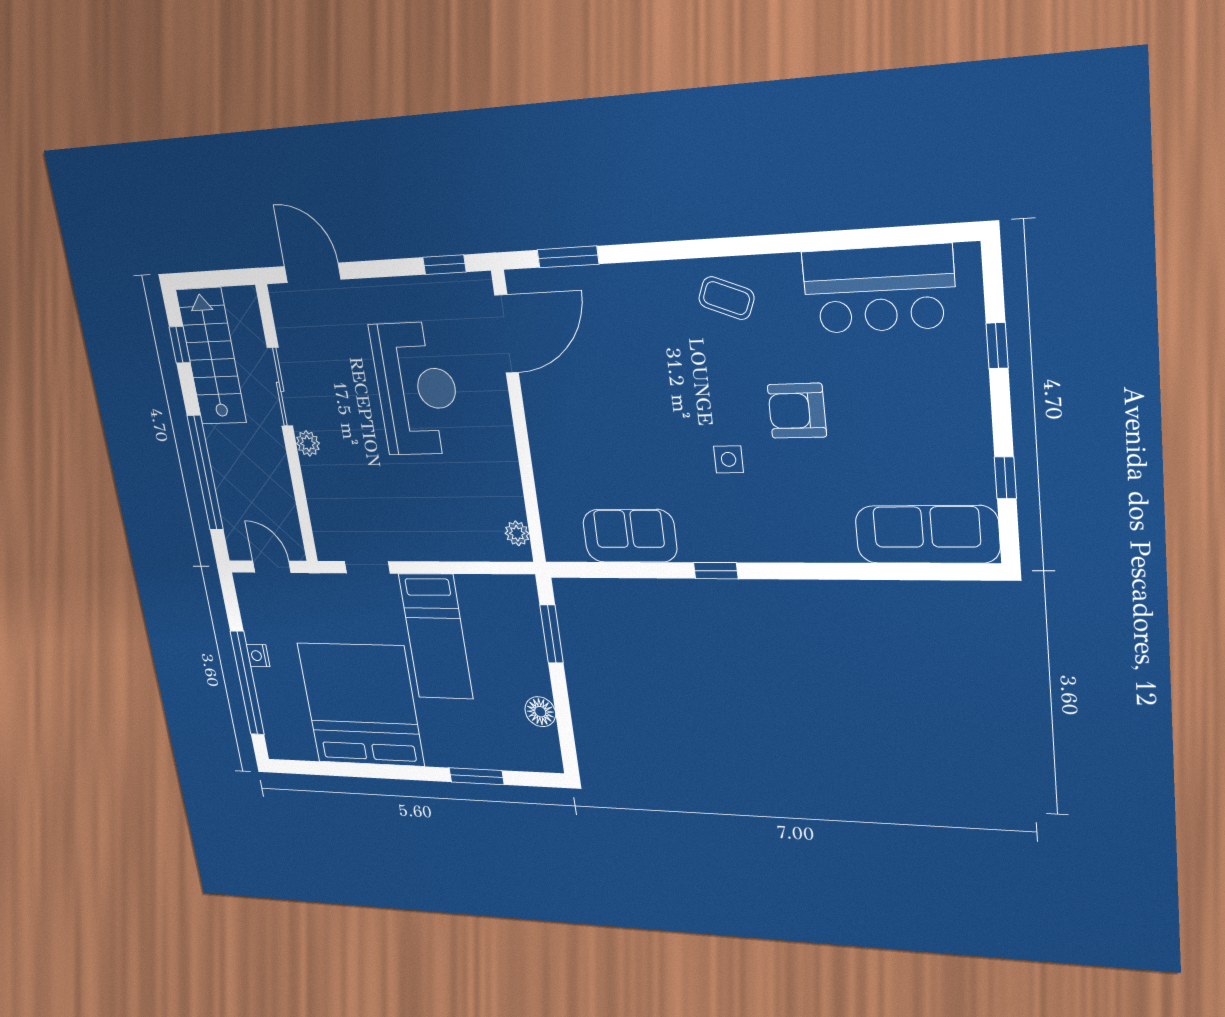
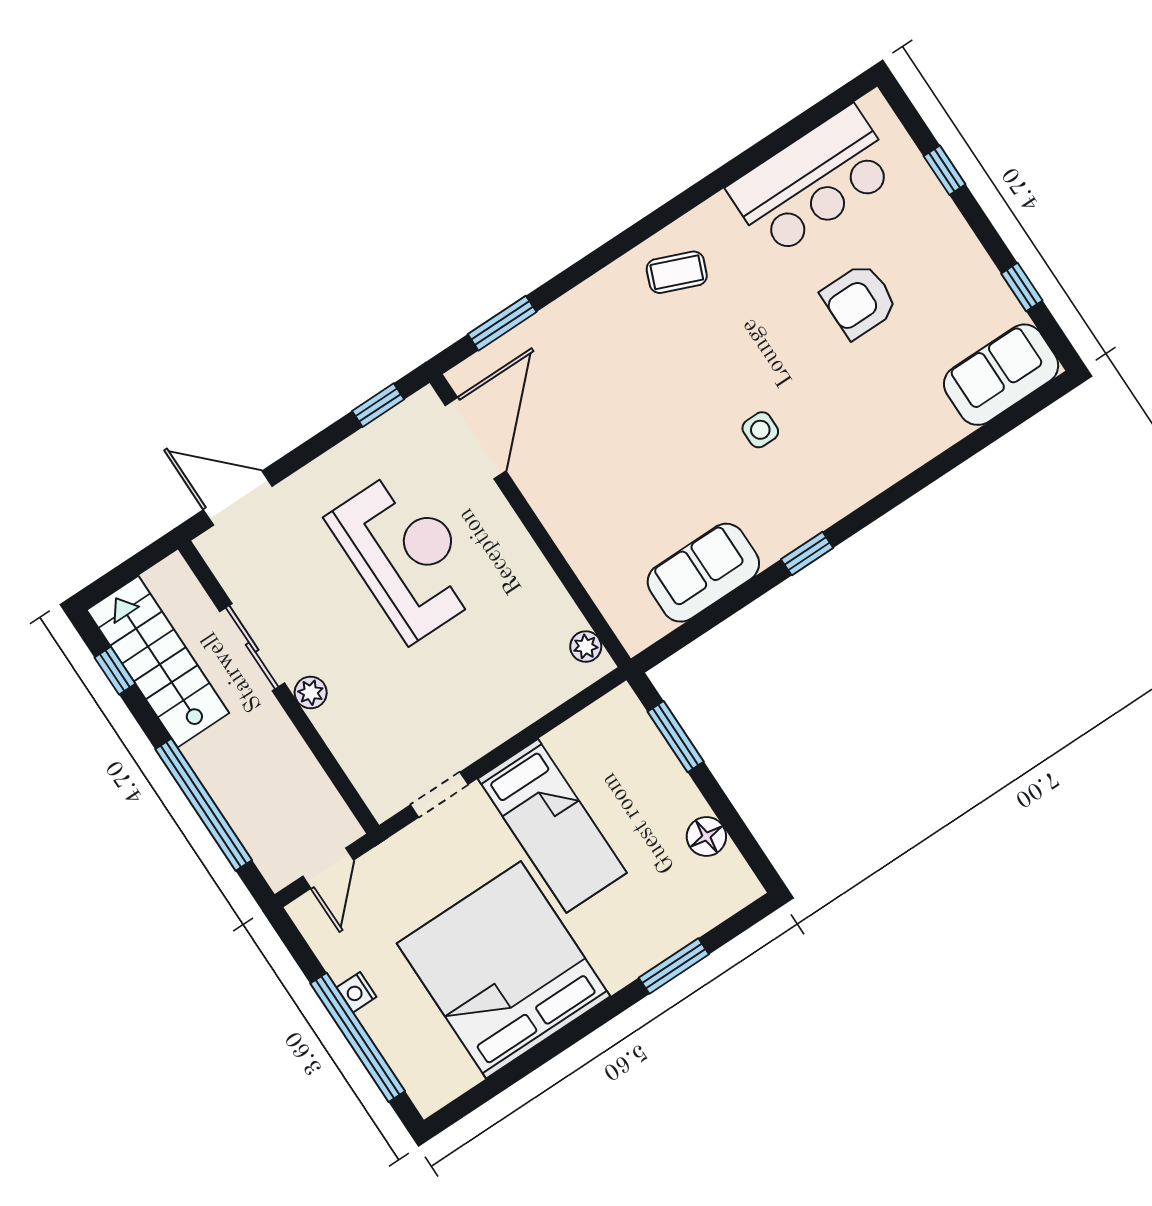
armchair: (797, 411) -> (859, 301), moved
sofa: (927, 534) -> (1001, 375), width x0.73
door: (272, 567) -> (328, 868), swing flipped

